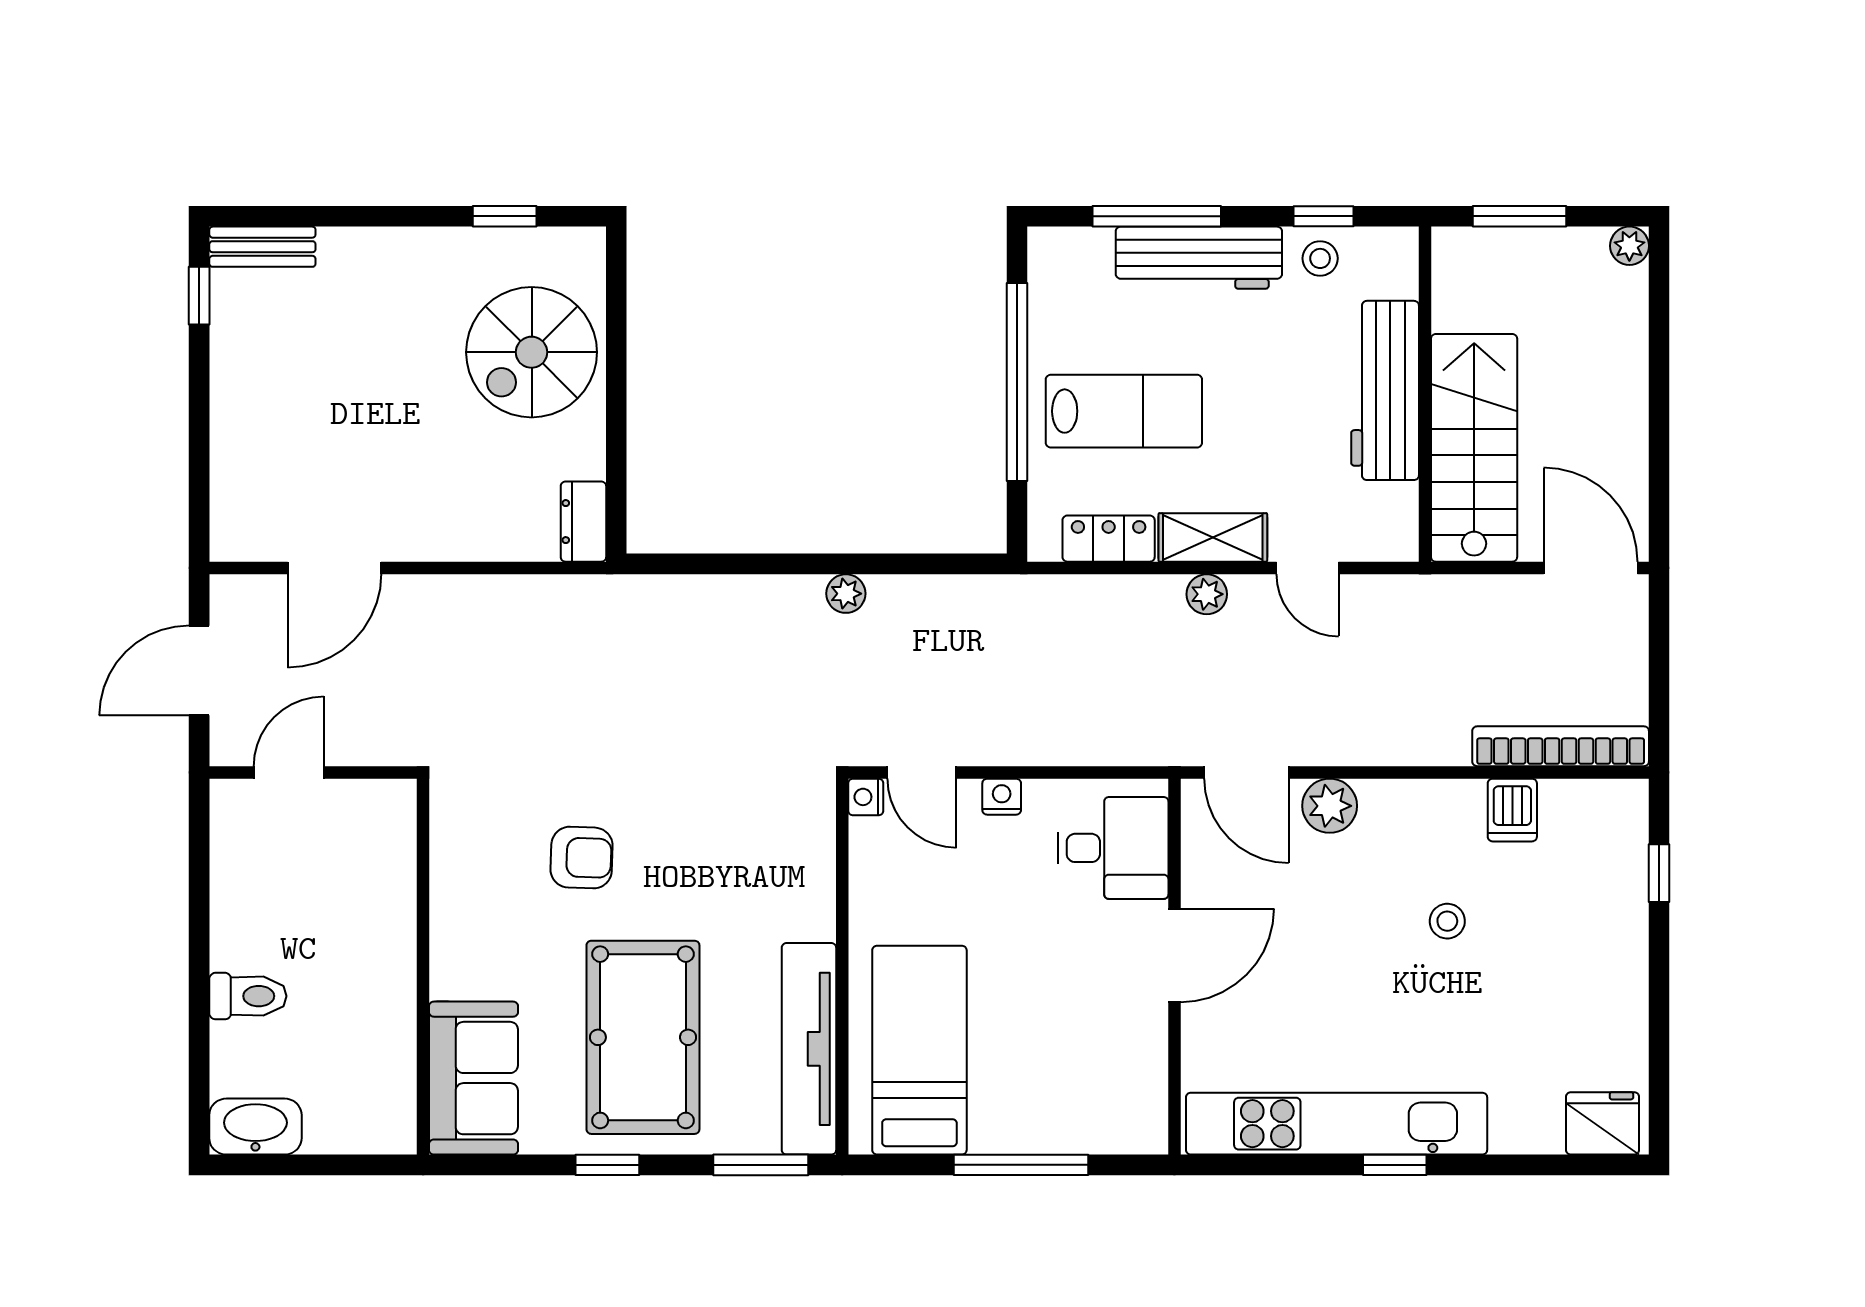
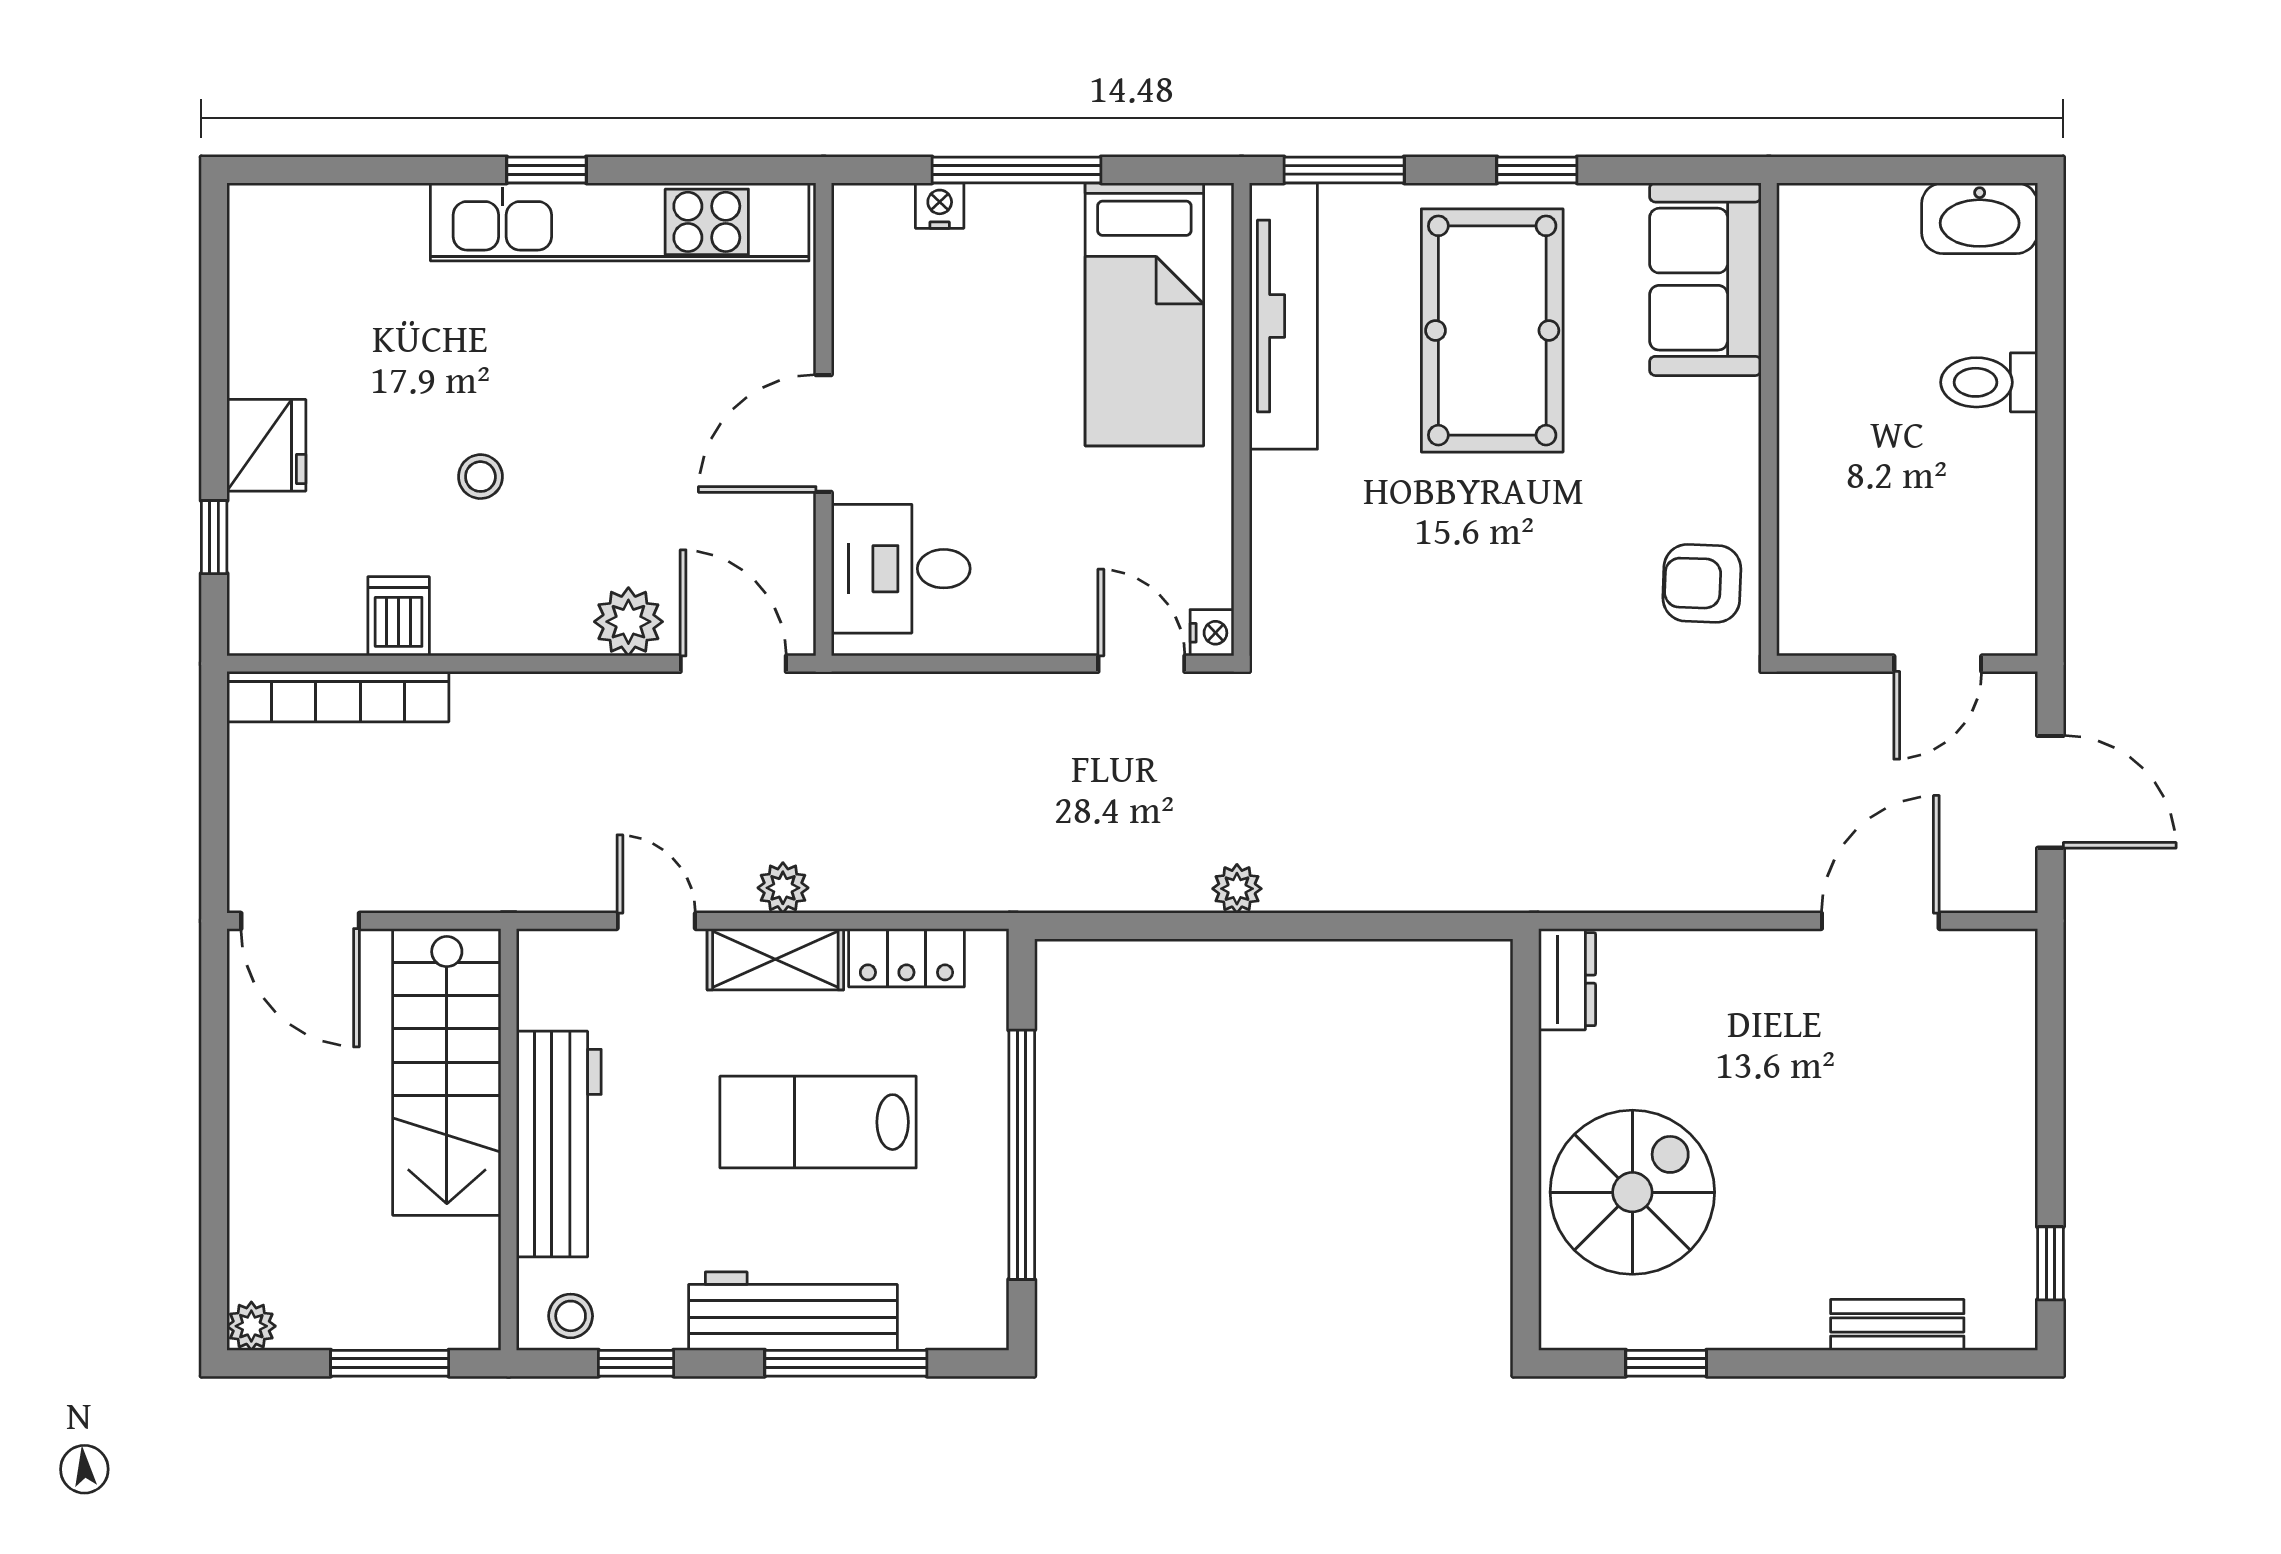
bench: (262, 247) -> (1897, 1325), moved
stool: (1320, 258) -> (571, 1316), moved
lab bench: (1124, 411) -> (818, 1122), moved
door: (199, 671) -> (2050, 792), hinge flipped
nightstand: (1002, 797) -> (940, 206), moved, turned 180
armchair: (582, 858) -> (1702, 583), moved
fridge: (1603, 1123) -> (266, 445), moved, turned -90

